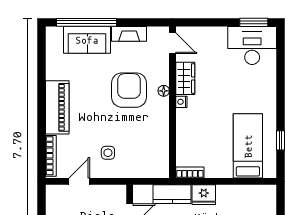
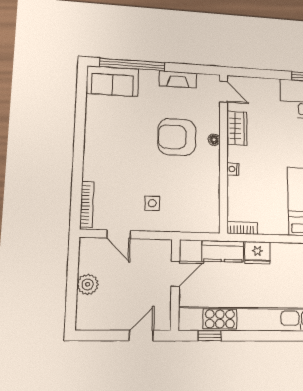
sofa: (87, 40) -> (113, 81), moved
armchair: (129, 90) -> (177, 137), turned -90
nightstand: (181, 102) -> (233, 169), moved
piano: (57, 107) -> (97, 151), removed
door: (79, 181) -> (119, 234), swing flipped

